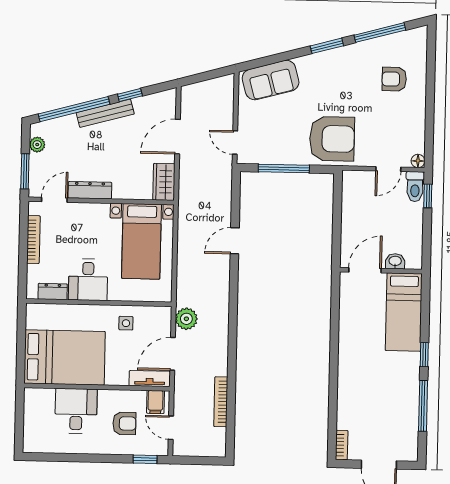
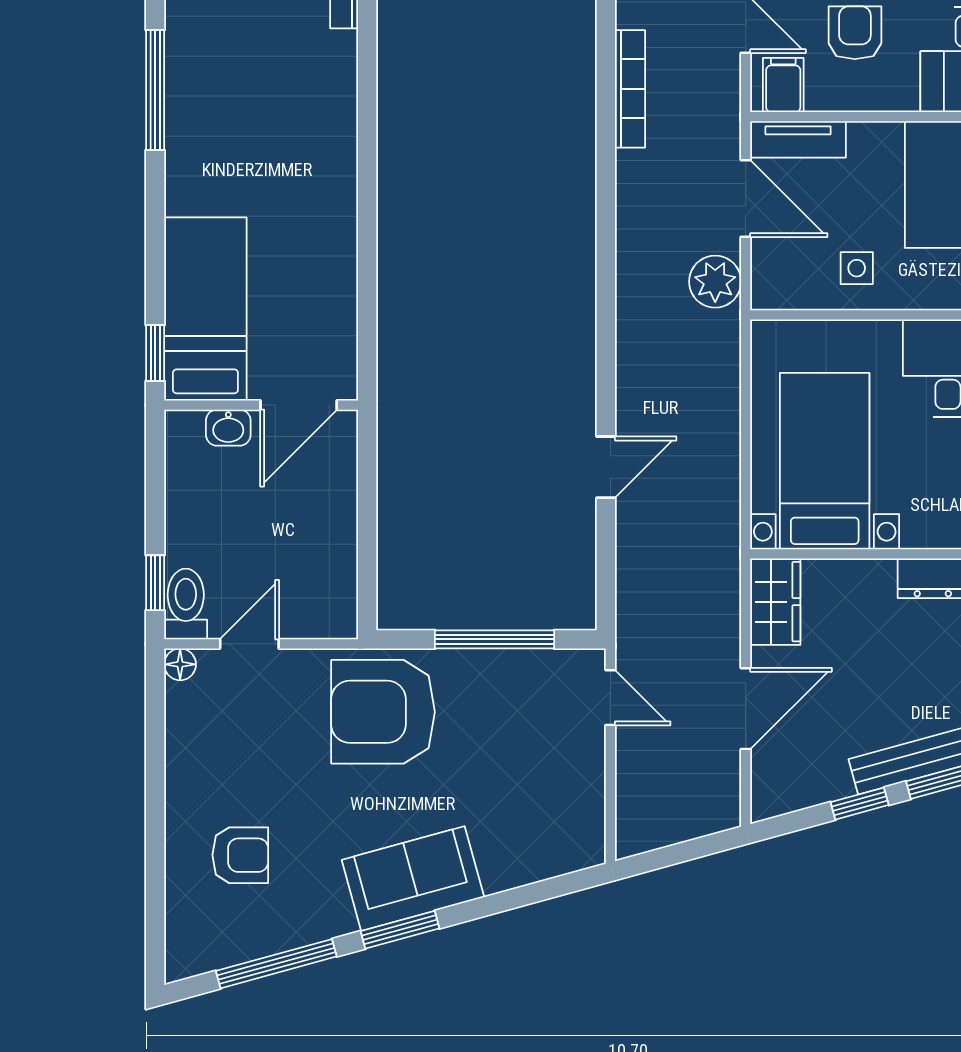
sofa: (271, 80) -> (413, 879), moved
door: (173, 354) -> (746, 199), hinge flipped
window: (424, 355) -> (155, 353), moved
armchair: (124, 423) -> (855, 33), turned 90

